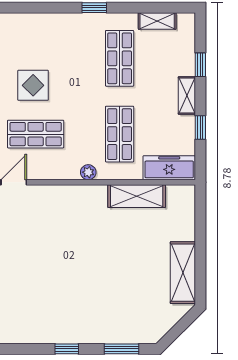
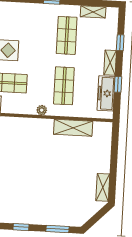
freezer: (169, 168) -> (106, 93), moved, turned -90
shelving: (183, 273) -> (103, 187), width x0.67, depth x0.75

